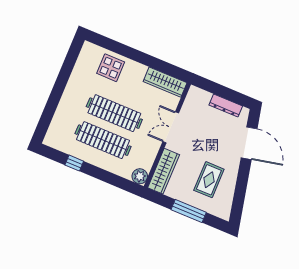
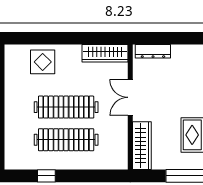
dresser: (226, 106) -> (153, 51), moved
plant: (140, 176) -> (119, 161), removed

